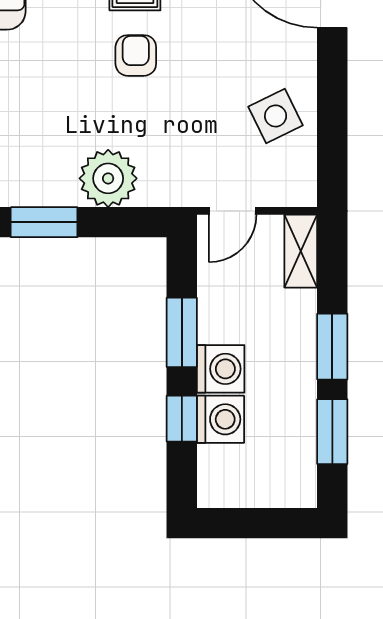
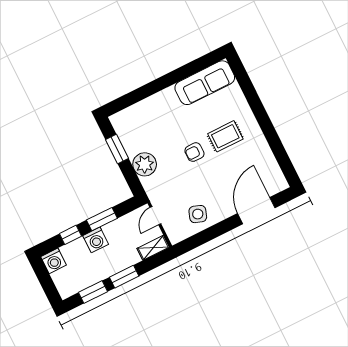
armchair: (136, 55) -> (194, 152), turned 180
side table: (276, 116) -> (198, 214), turned 45
door: (233, 211) -> (155, 216), hinge flipped
washing machine: (220, 419) -> (53, 261), moved

